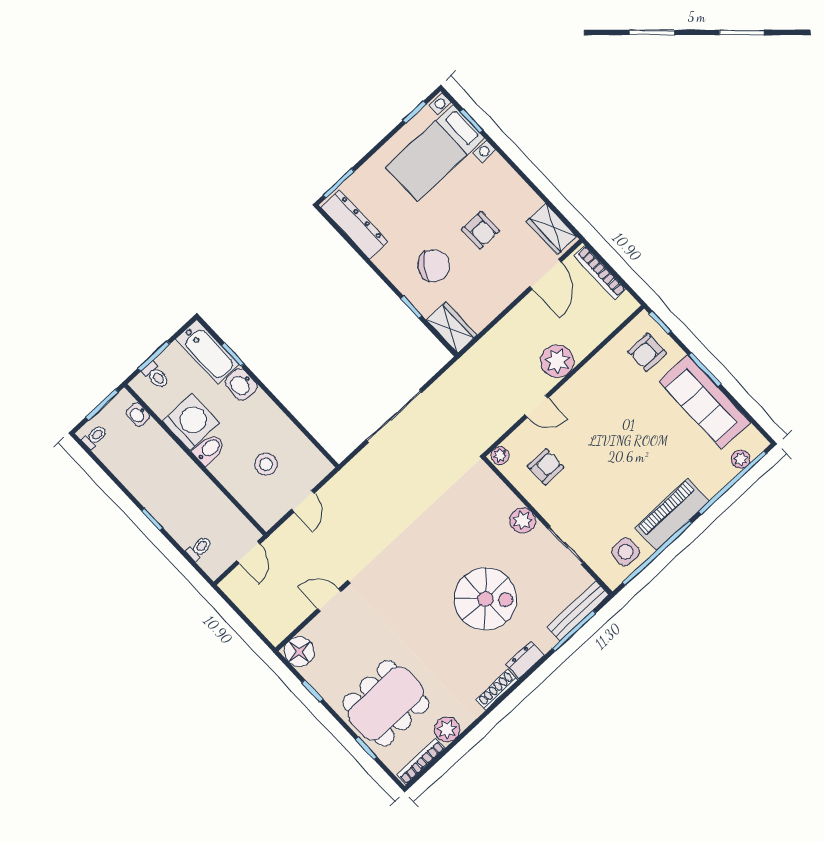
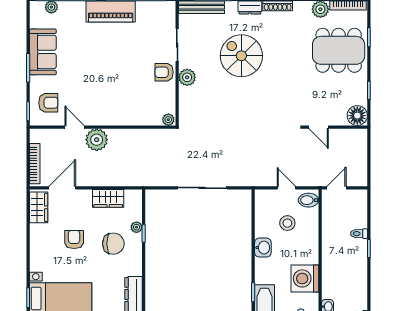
chair: (434, 266) -> (113, 244), turned 145
plant: (425, 307) -> (136, 227), added
wardrobe: (452, 328) -> (108, 198), moved, turned -90
washbasin: (241, 384) -> (263, 248), moved
sofa: (705, 402) -> (43, 52), width x0.73
door: (536, 406) -> (74, 127), moved
bidet: (209, 449) -> (308, 200), moved
armchair: (546, 467) -> (164, 72), moved
door: (303, 501) -> (286, 188), hinge flipped
toilet: (199, 548) -> (359, 234), moved
side table: (626, 552) -> (151, 14), removed

